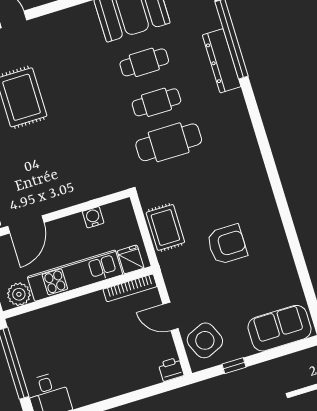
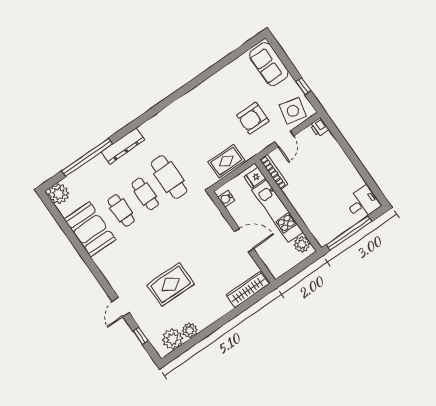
dresser: (222, 61) -> (123, 146), moved
water cooler: (93, 217) -> (226, 199), moved
door: (26, 224) -> (244, 240), moved
armchair: (227, 244) -> (253, 118), moved, turned -90
side table: (205, 340) -> (293, 111), turned 37

